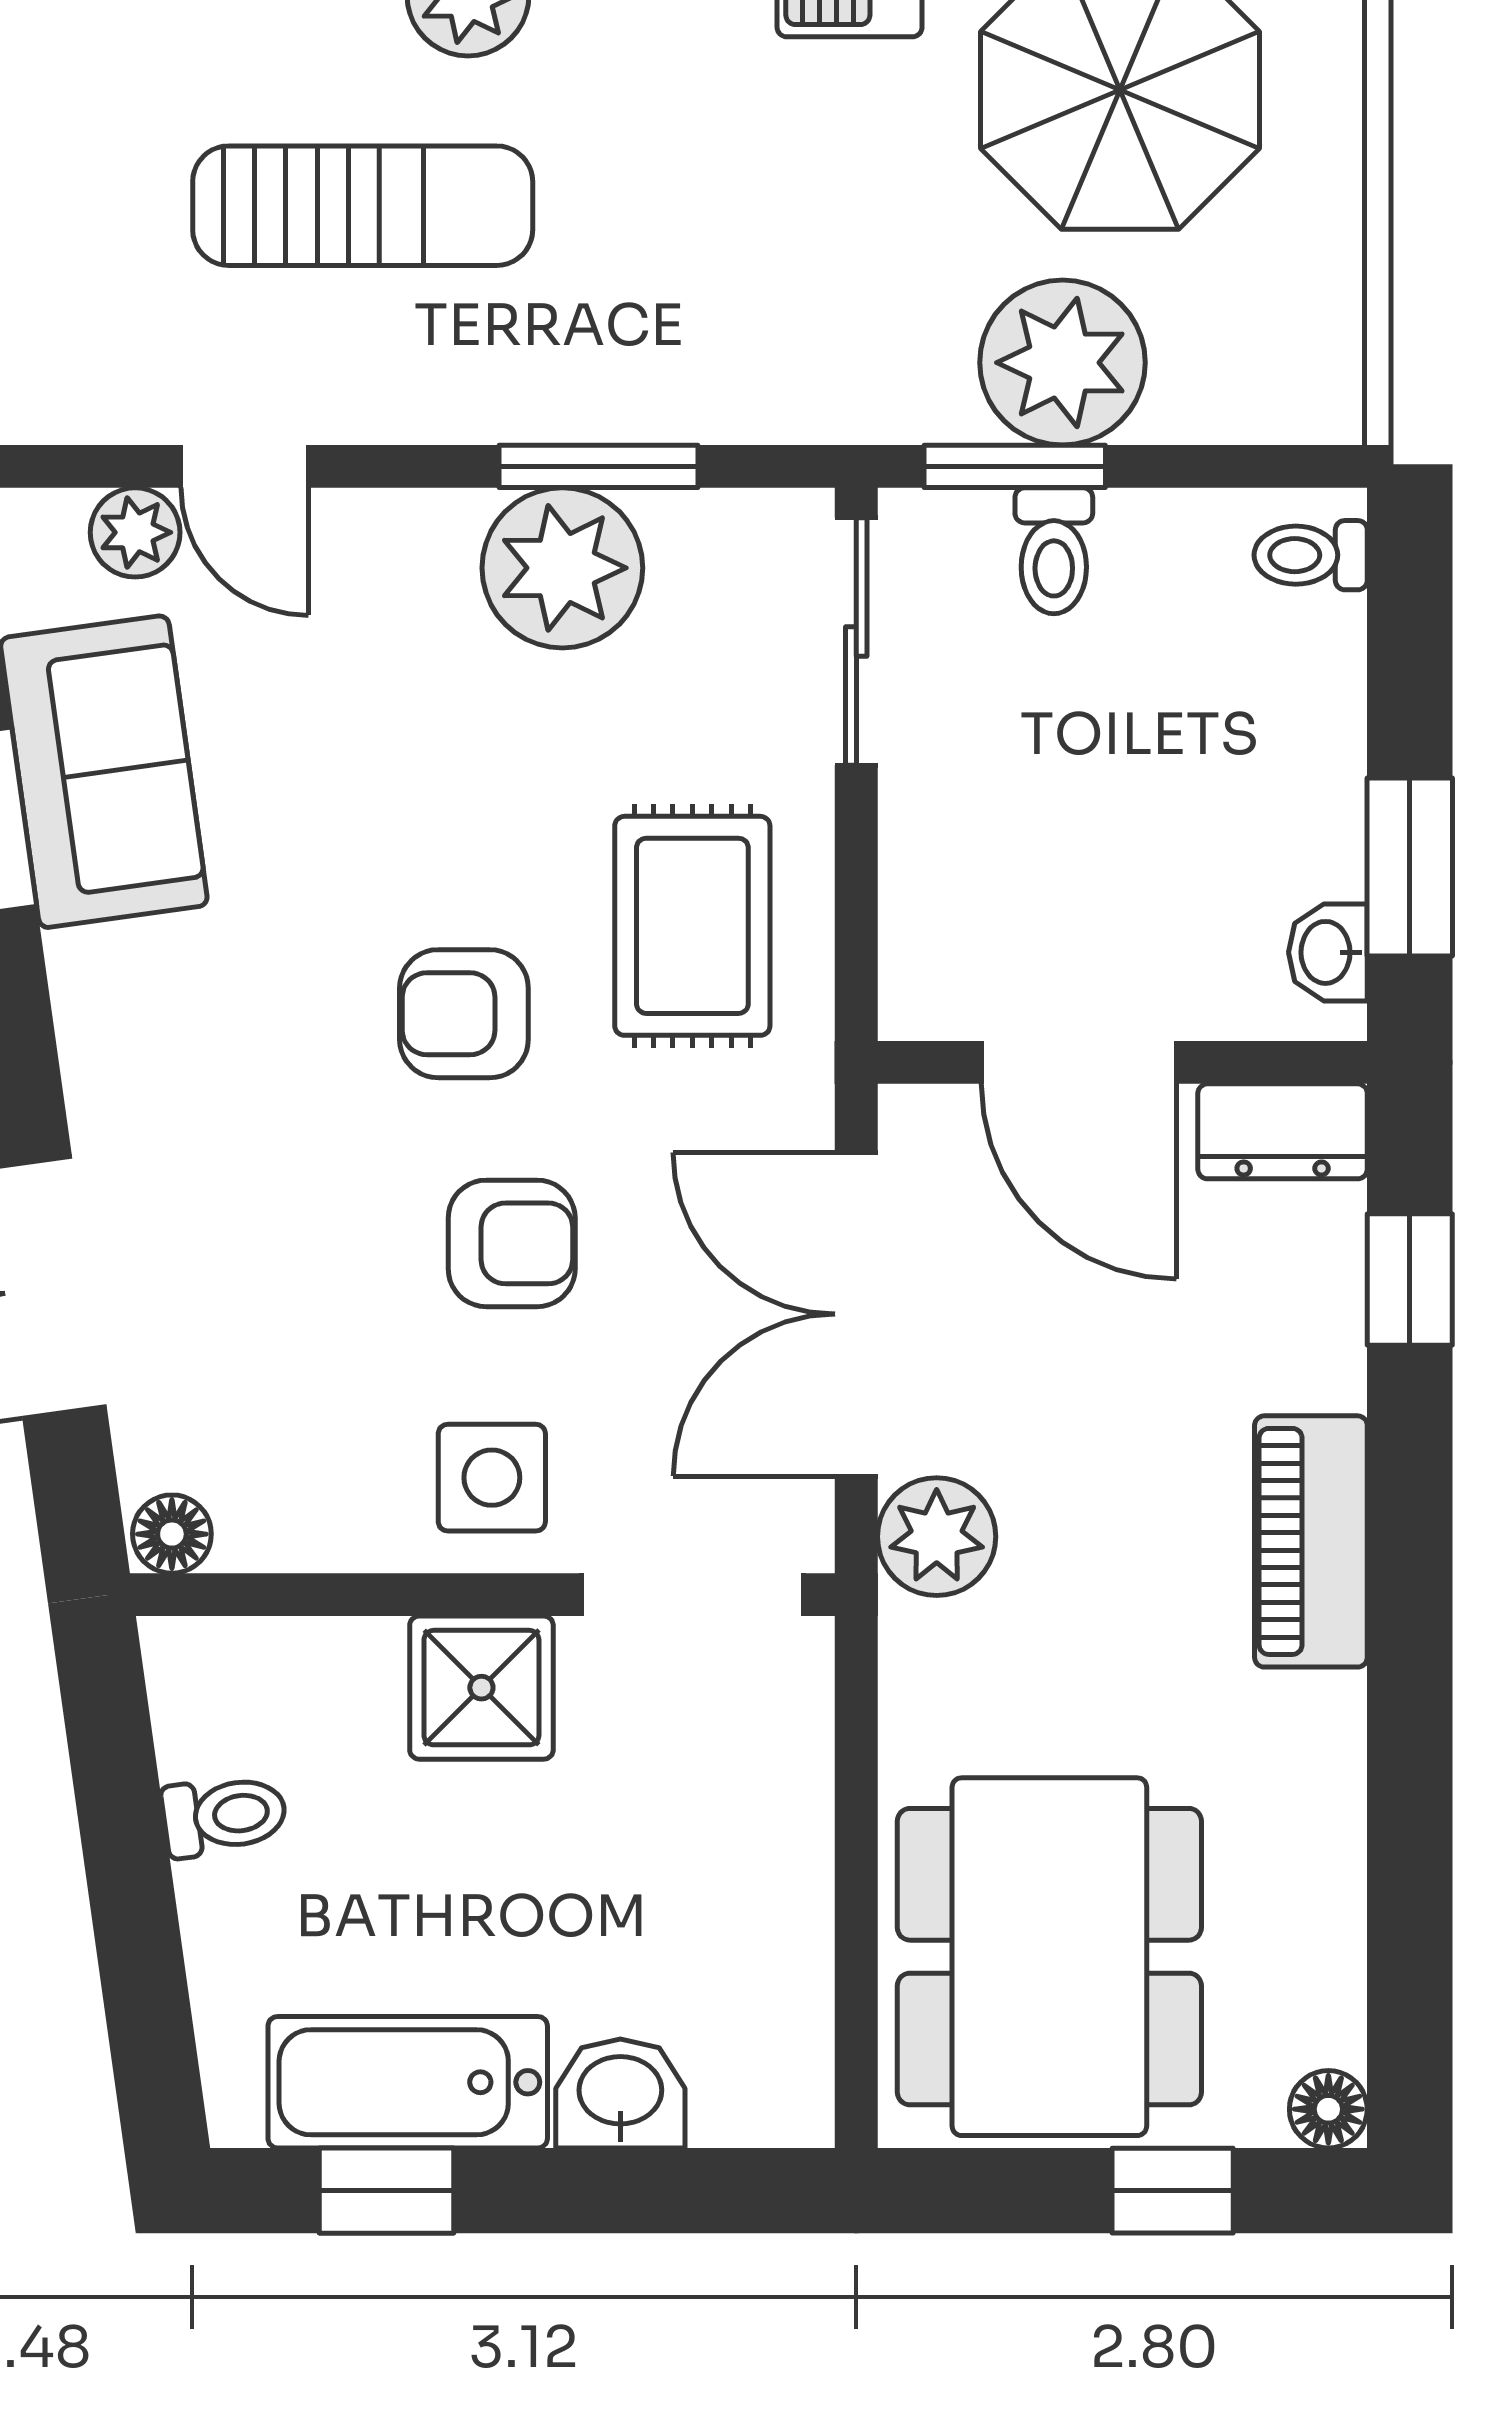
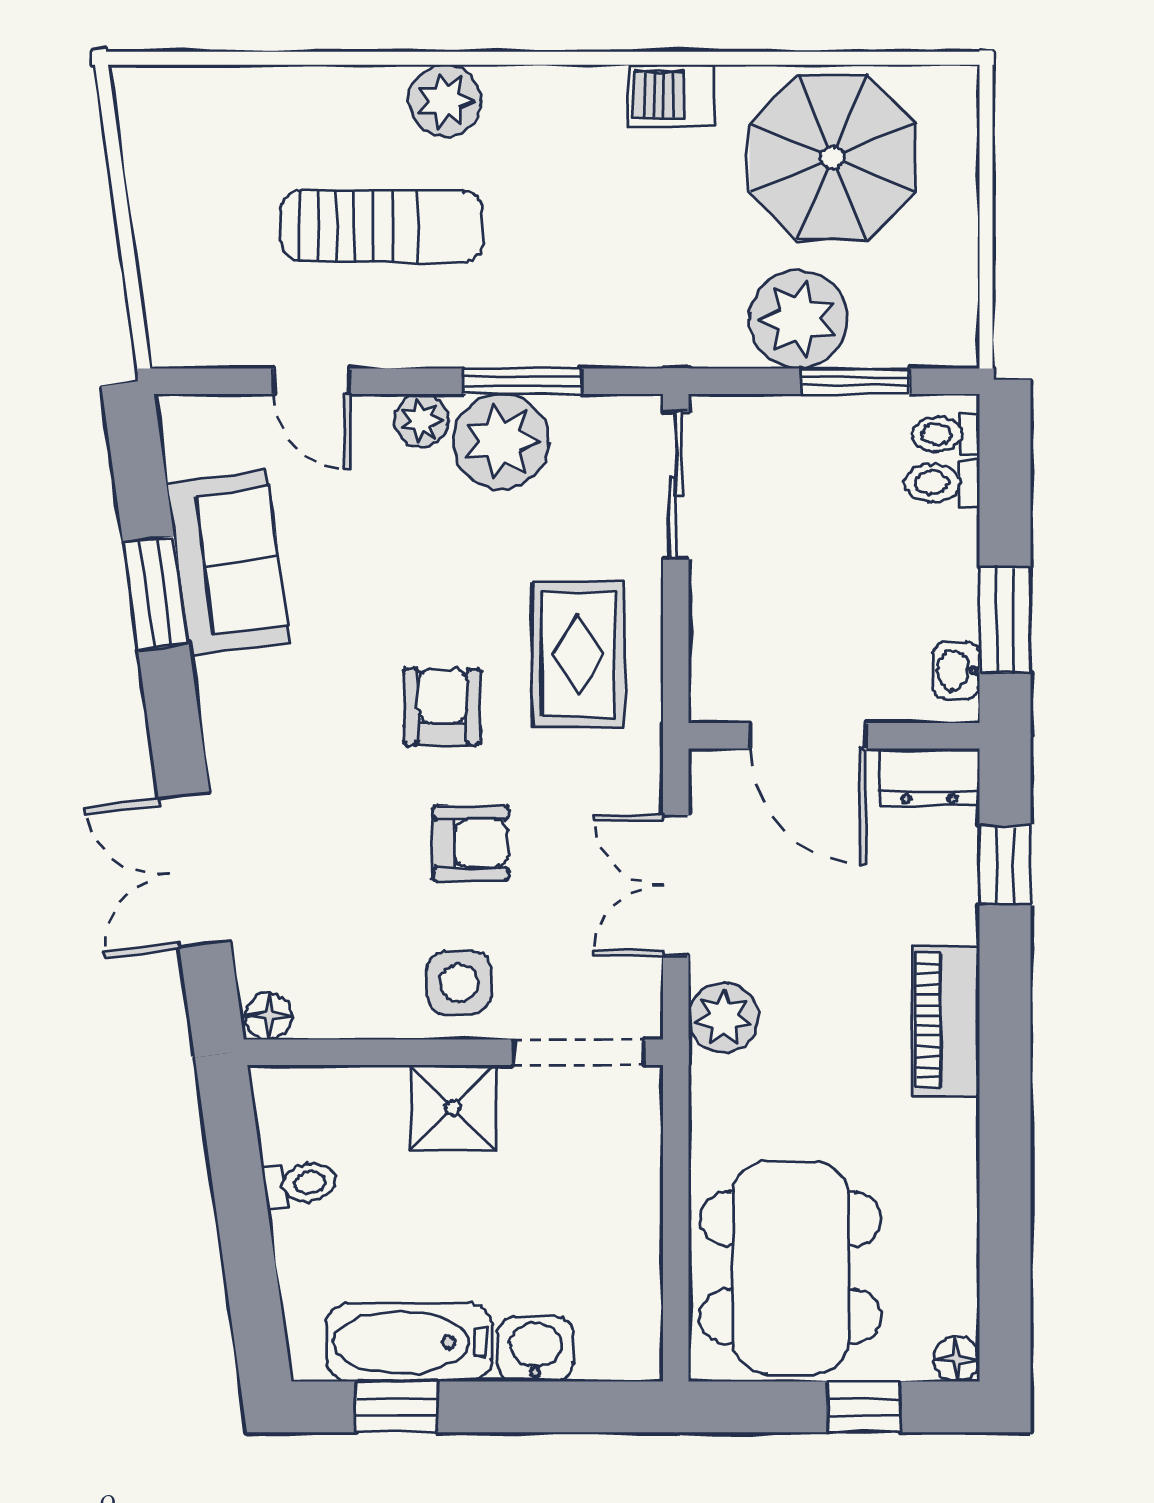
window: (1015, 466) -> (856, 381), moved
plant: (135, 532) -> (421, 420), moved
toilet: (1054, 551) -> (942, 483), moved, turned 90
armchair: (464, 1014) -> (442, 707), turned 90
double door: (856, 1314) -> (676, 886), width x0.73

